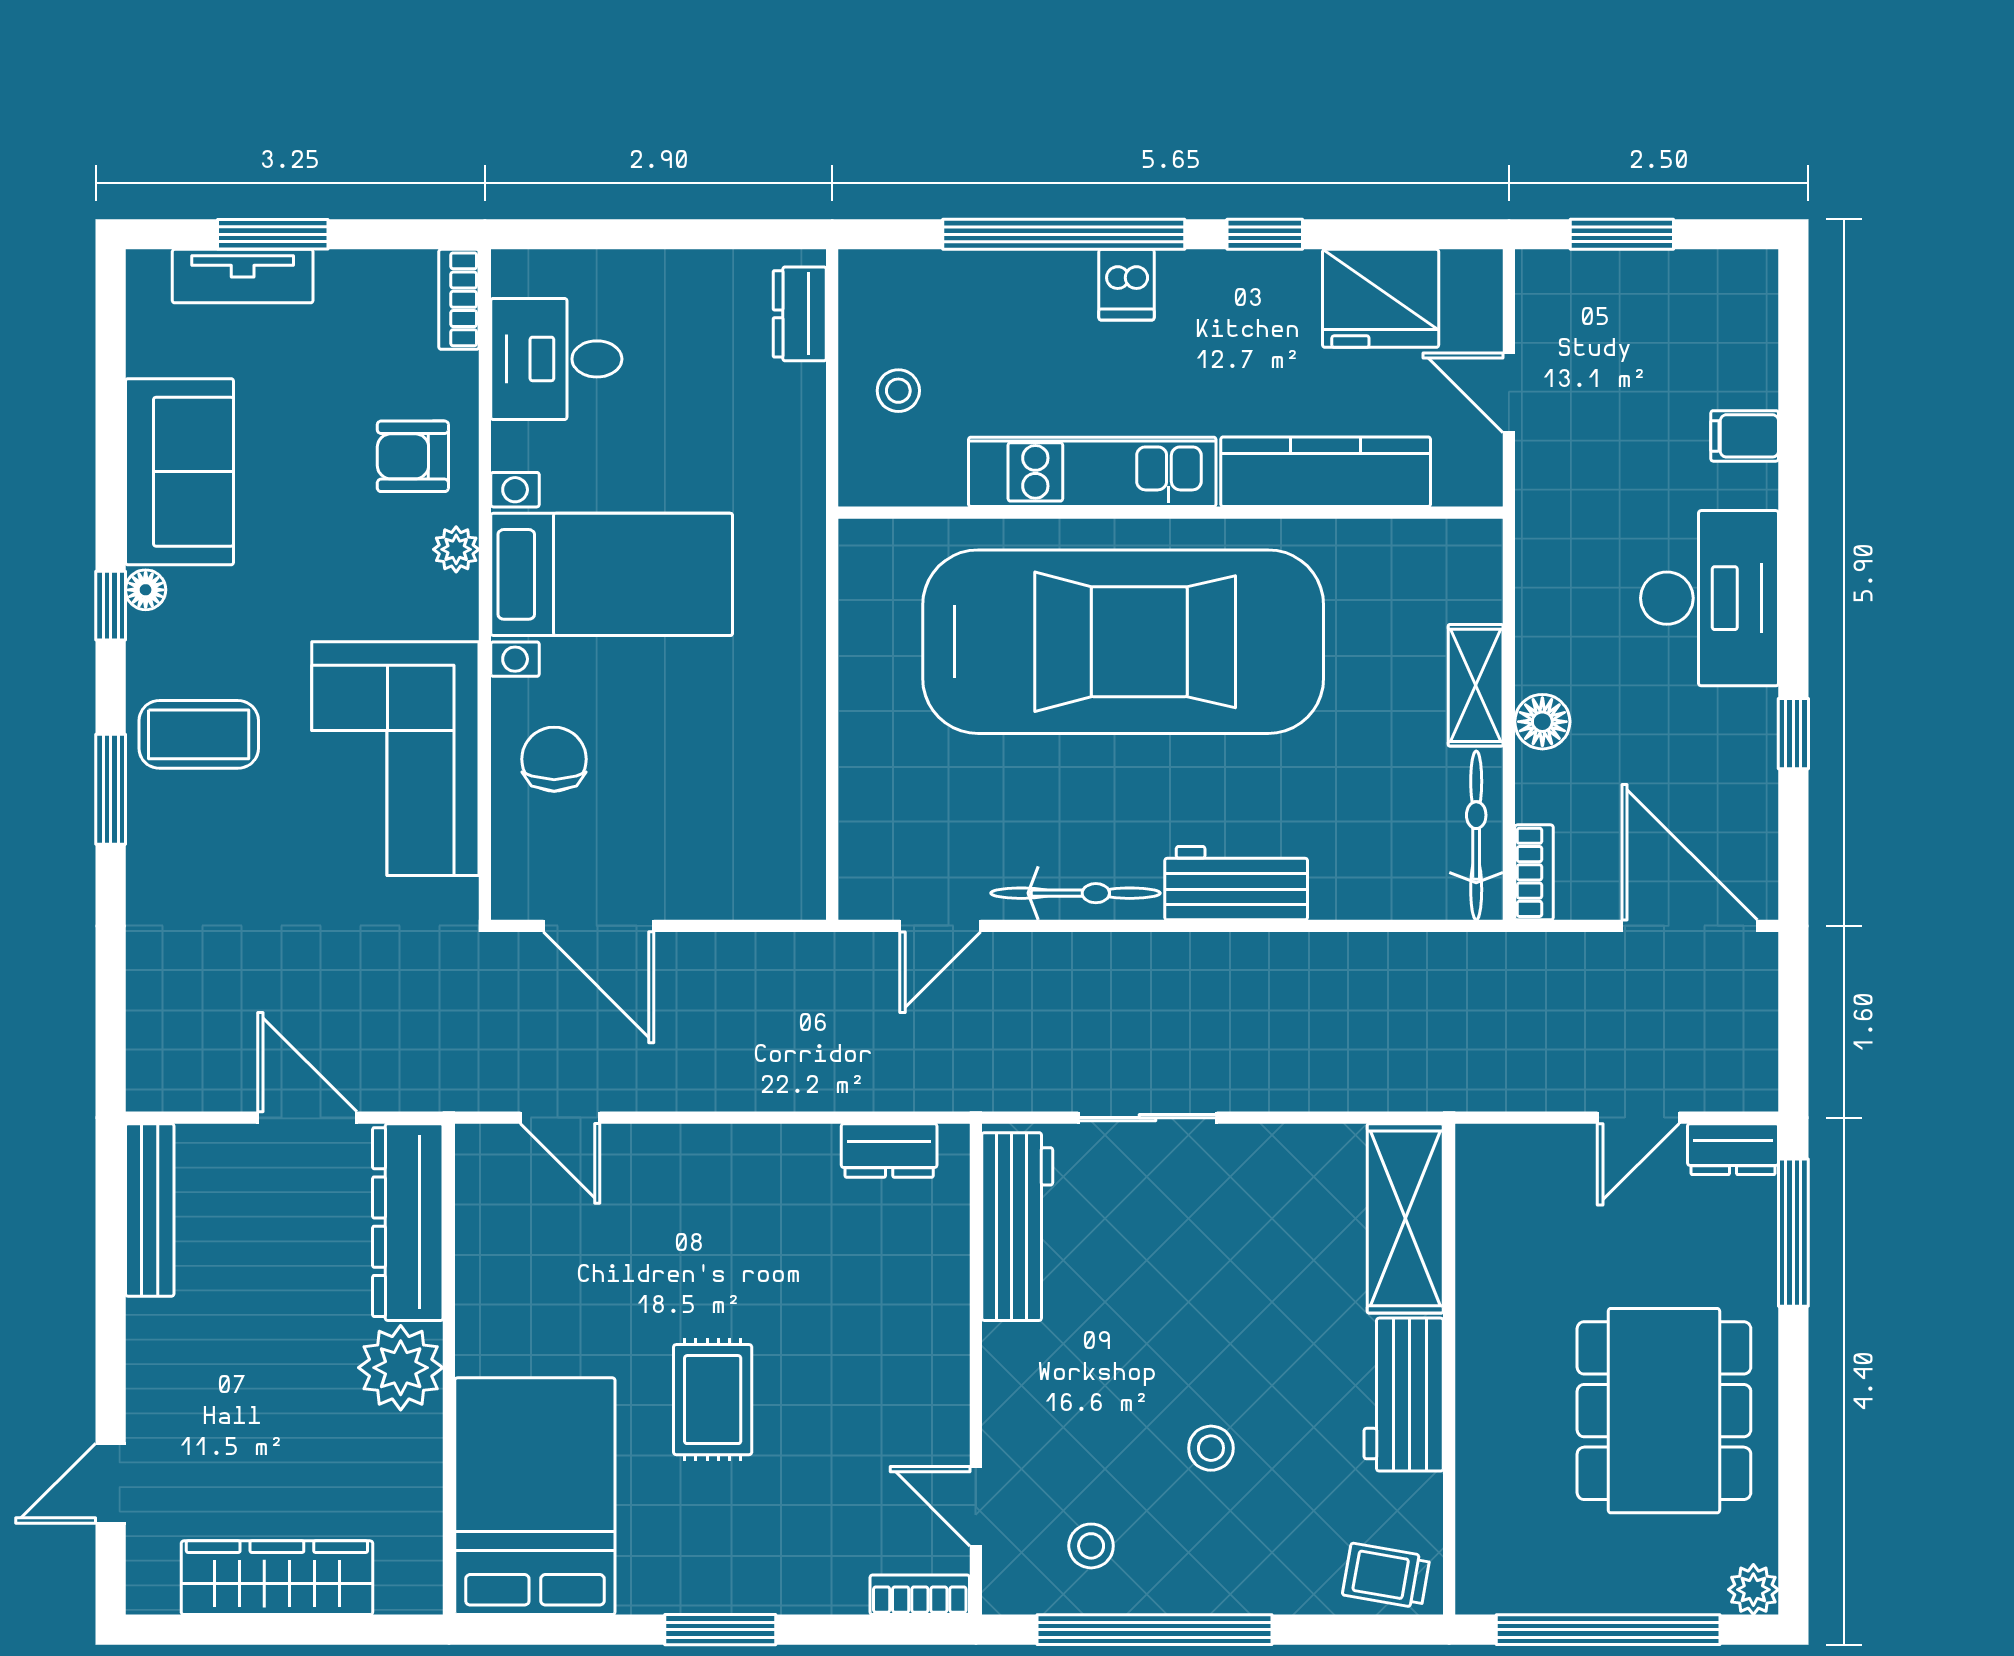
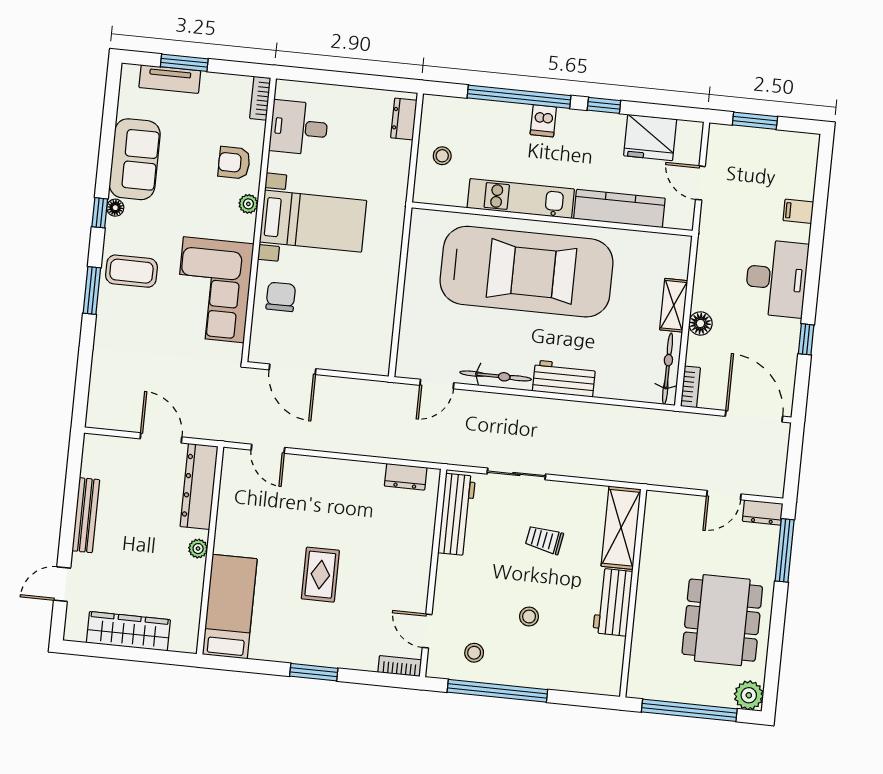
bench: (150, 1210) -> (86, 515), moved
plant: (401, 1368) -> (198, 549), width x0.53, depth x0.53
bed: (535, 1496) -> (230, 607), width x0.67
trolley: (1386, 1576) -> (544, 540), moved
plant: (1753, 1590) -> (749, 695), width x1.38, depth x1.38

